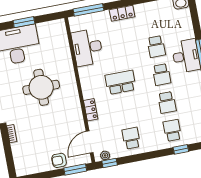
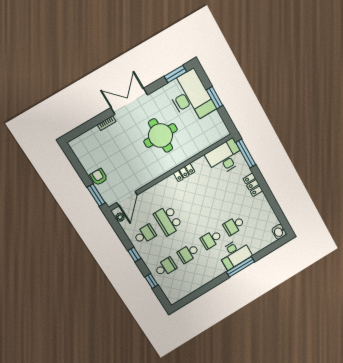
desk: (87, 47) -> (225, 157), moved
school desk: (121, 82) -> (168, 220), moved, turned 180
locker: (91, 110) -> (184, 172), moved
door: (90, 142) -> (127, 199), swing flipped
window: (110, 163) -> (134, 255), moved

